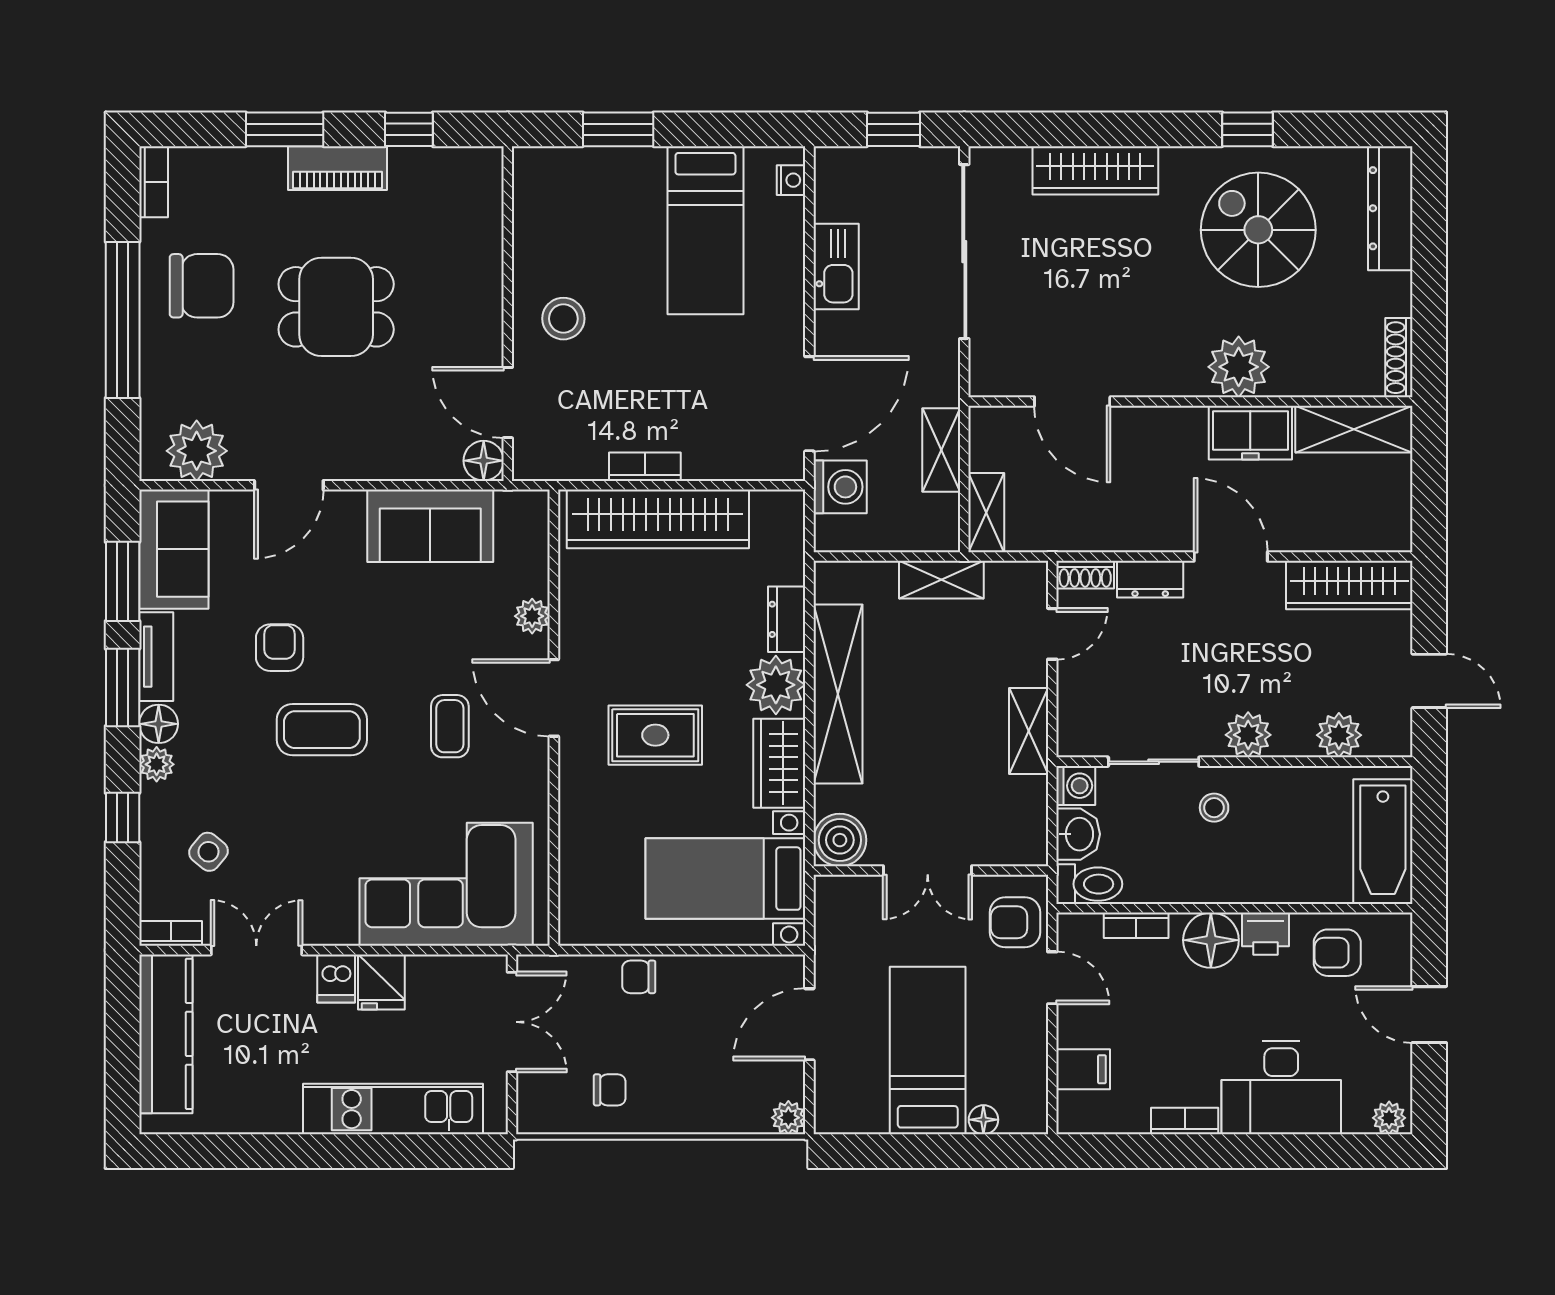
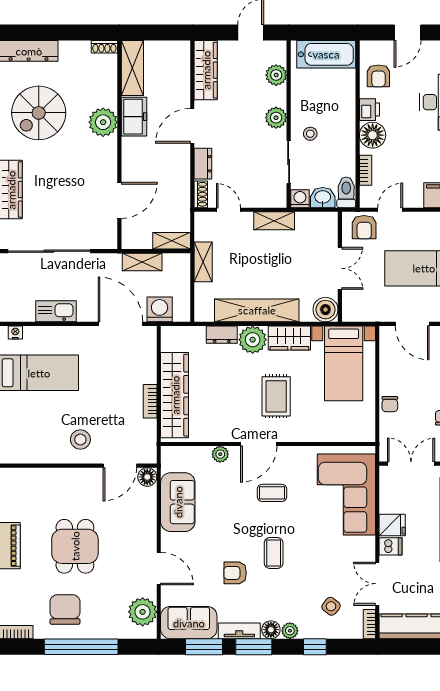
shoe rack: (1399, 358) -> (104, 47), width x0.70
coffee table: (322, 730) -> (274, 553), width x0.73, depth x0.77

